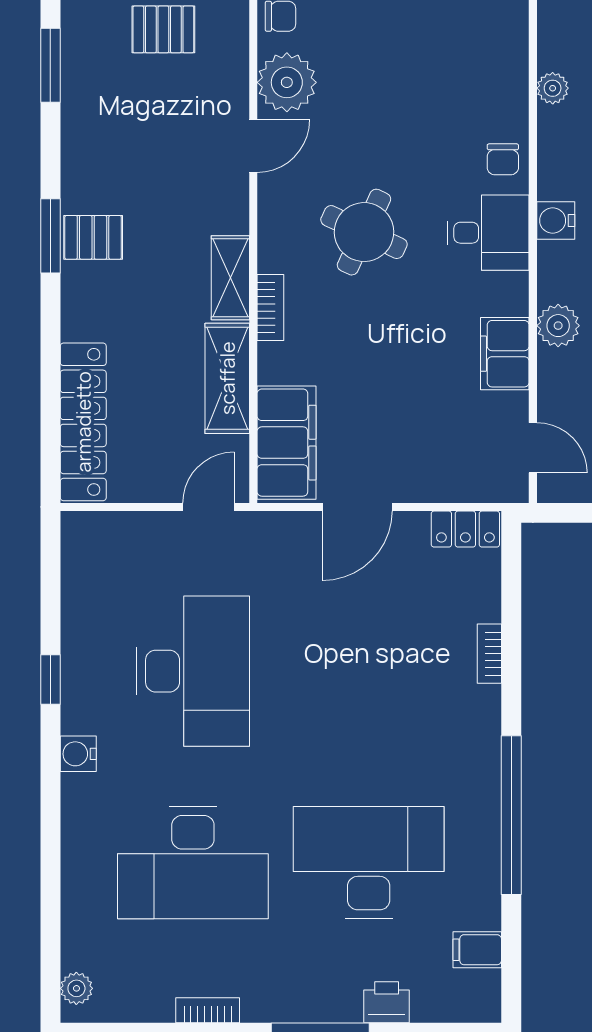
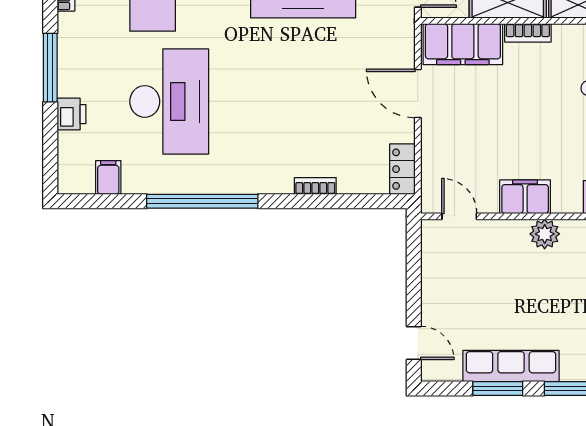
bookcase: (270, 307) -> (528, 33), moved
door: (533, 448) -> (459, 216), swing flipped

